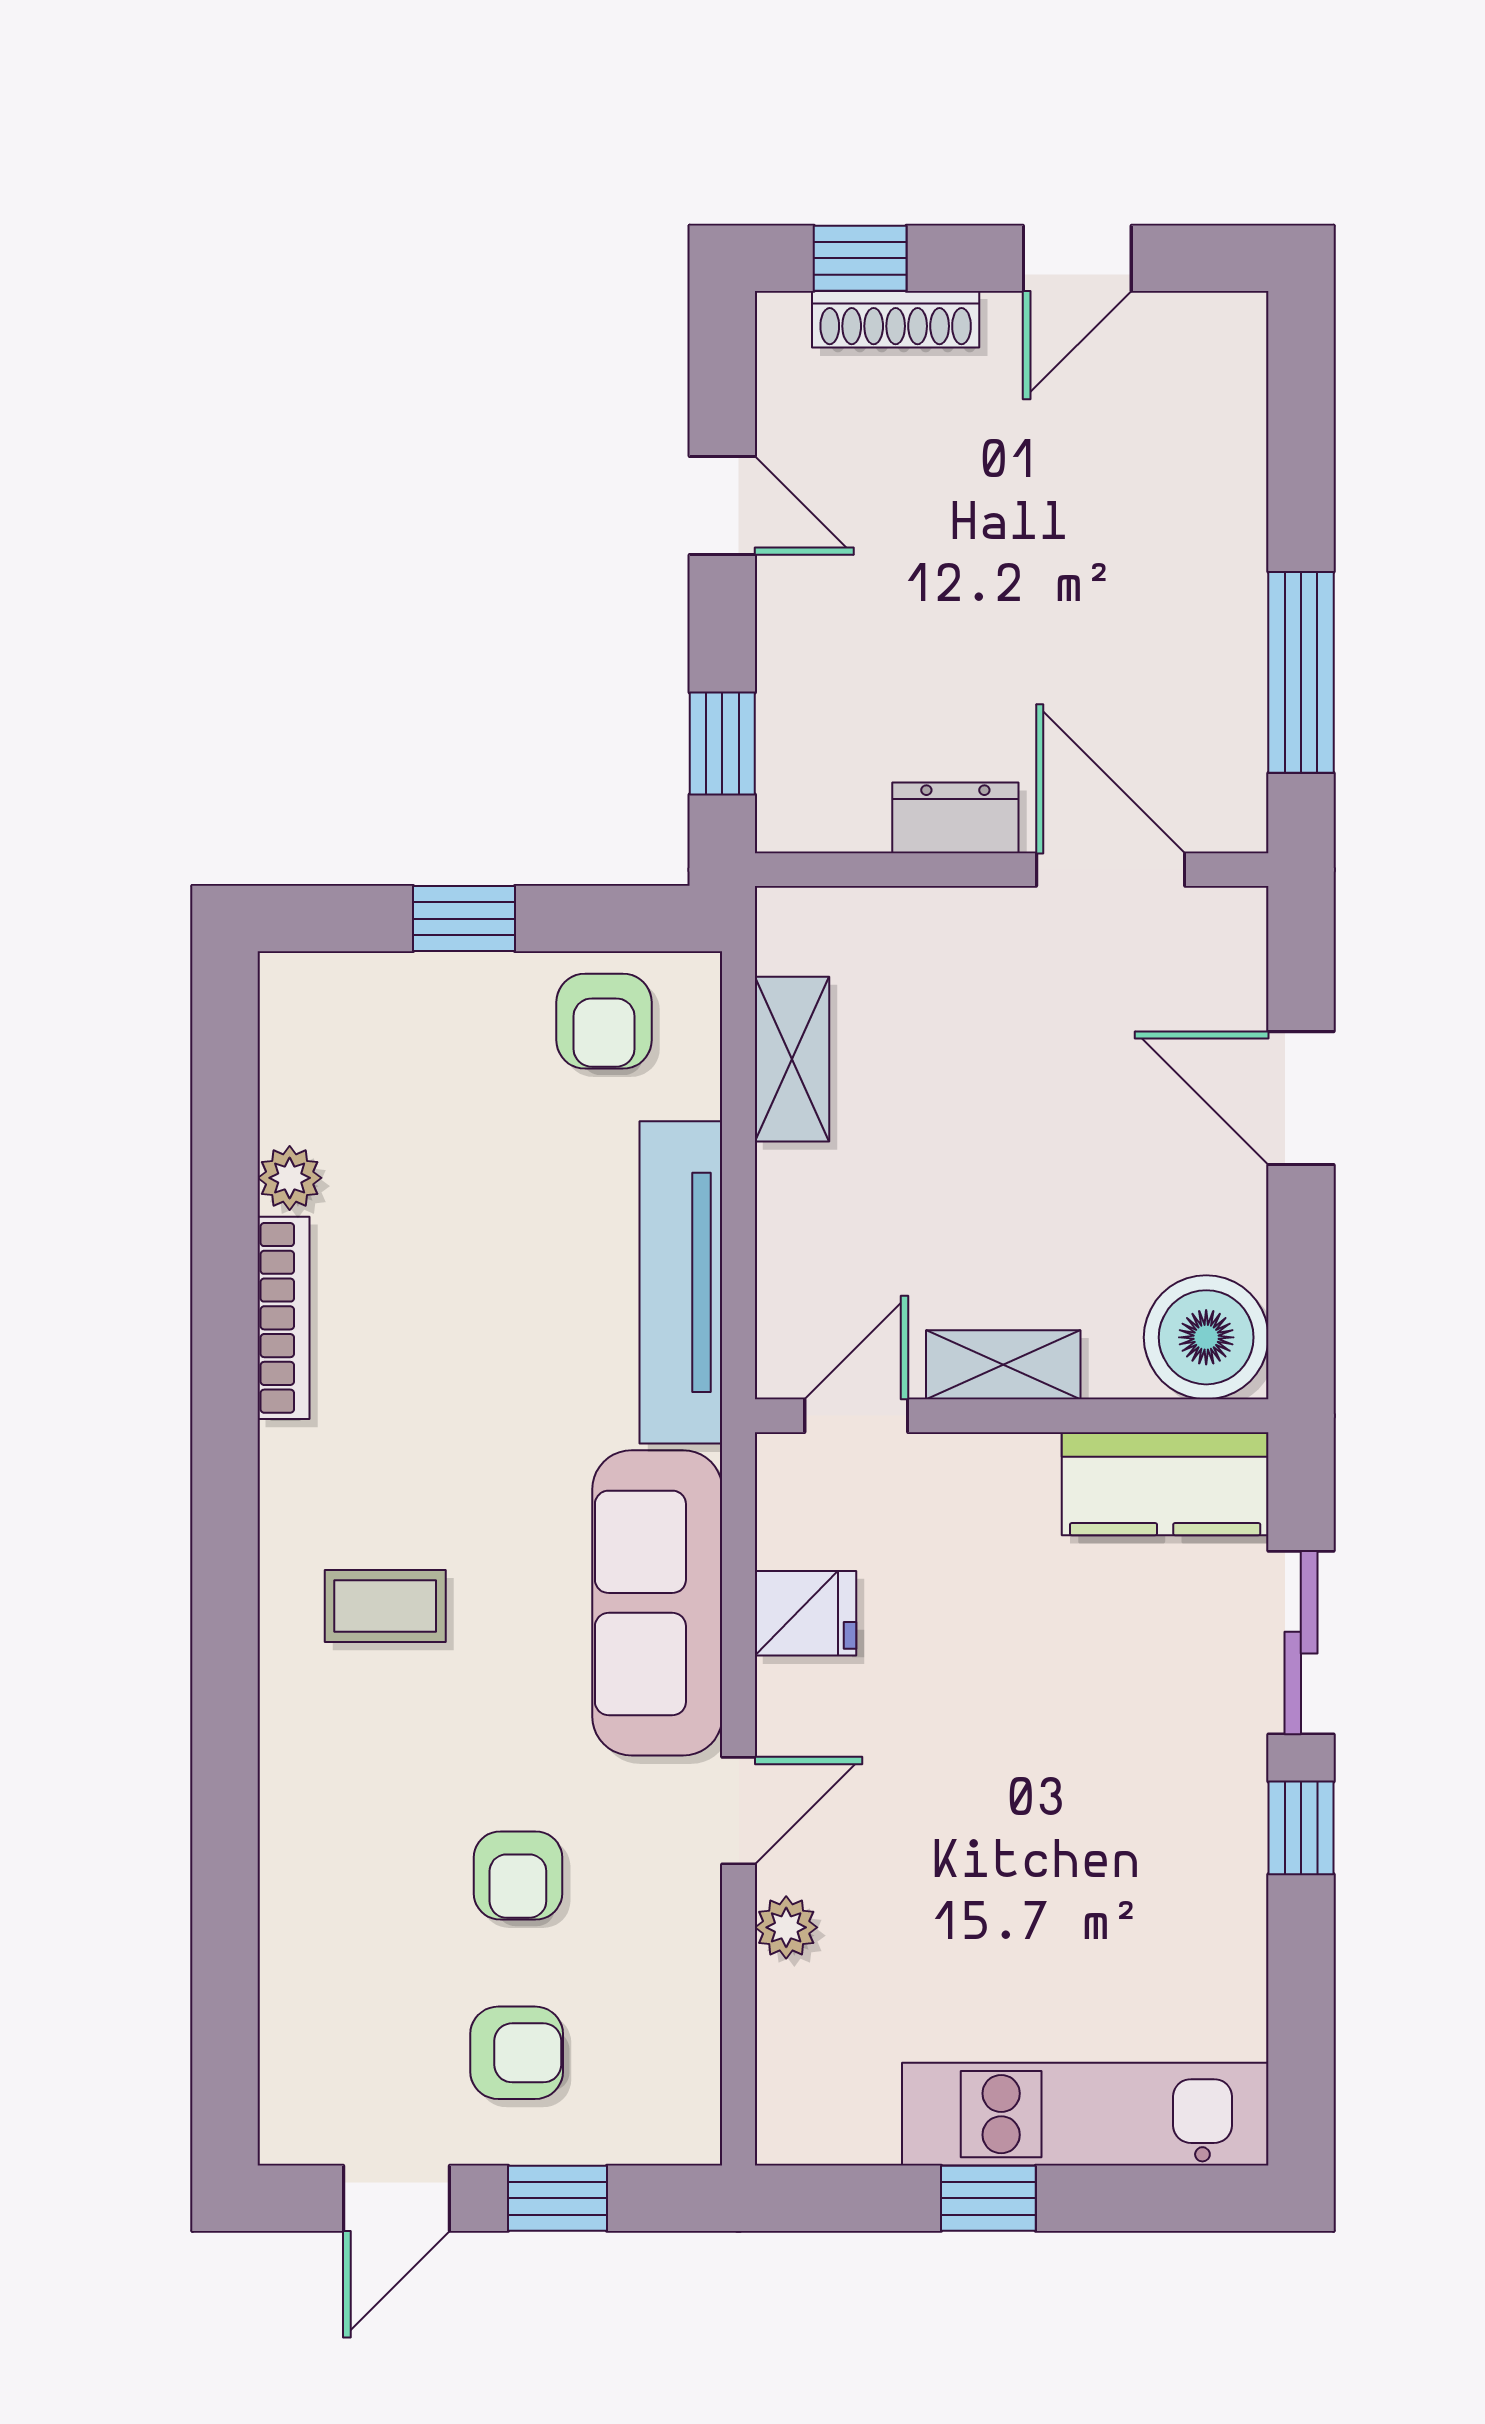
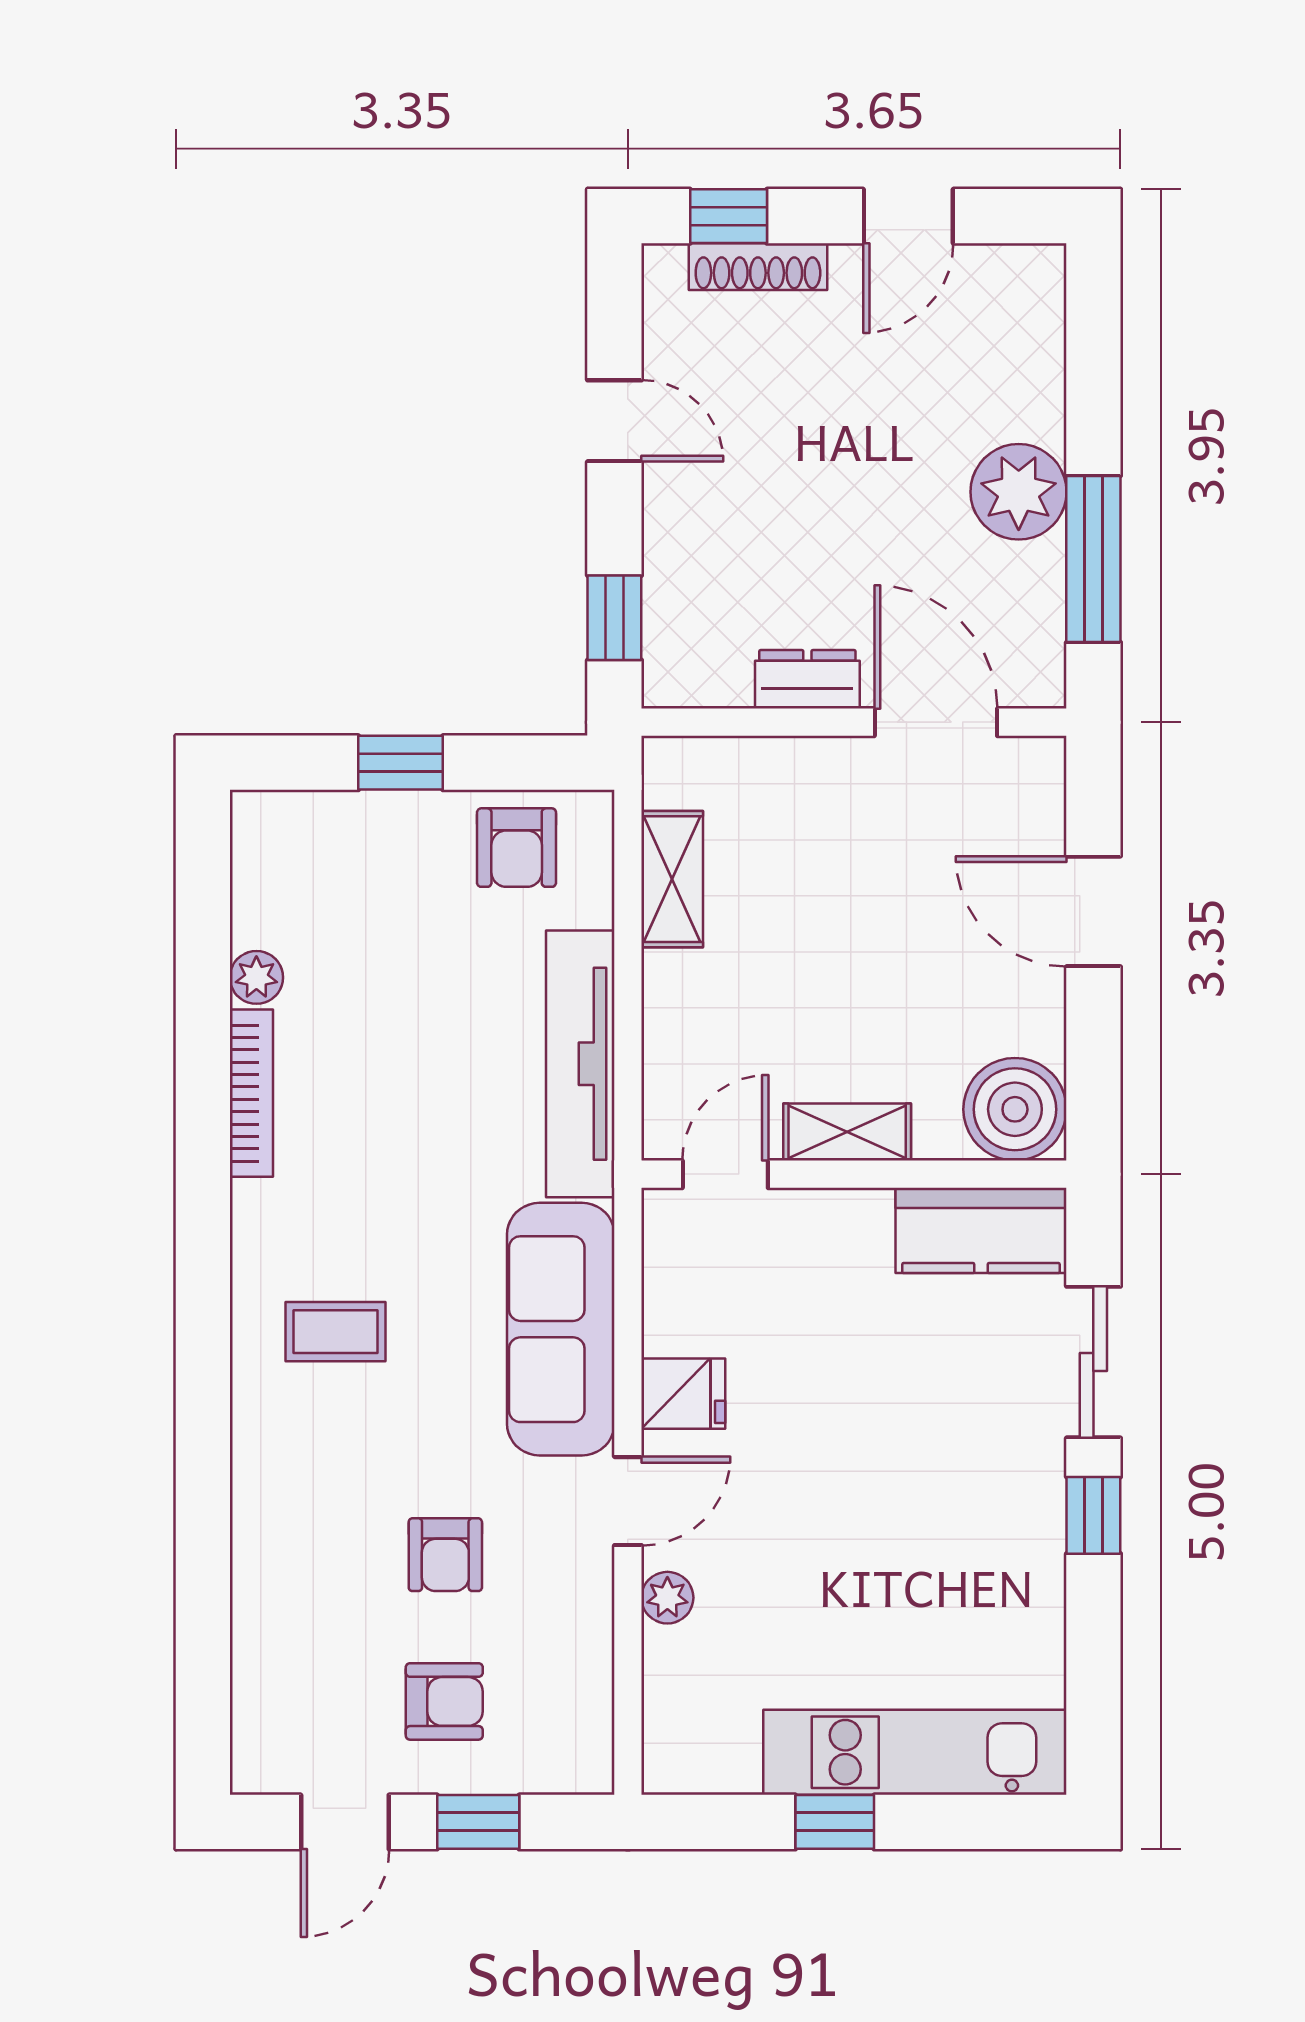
plant: (1210, 591) -> (1019, 492), added
fridge: (805, 1613) -> (683, 1394), moved

